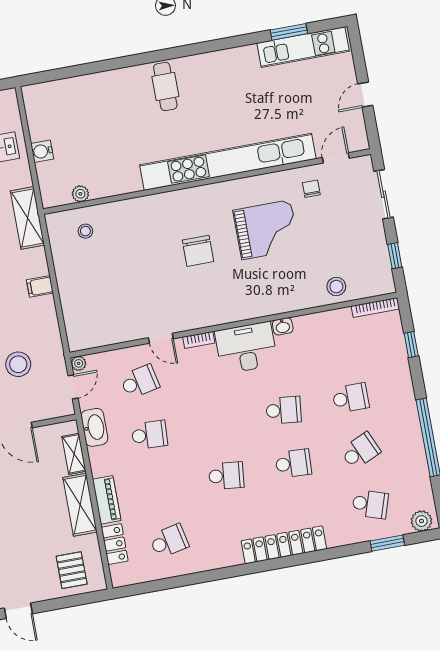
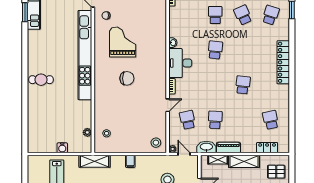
stool: (336, 286) -> (156, 143), moved
school desk: (293, 463) -> (243, 50), removed
piano: (107, 500) -> (228, 147), moved

